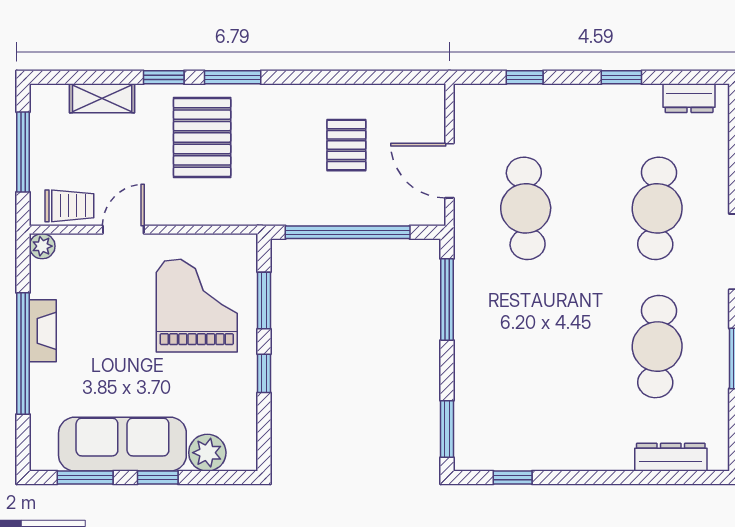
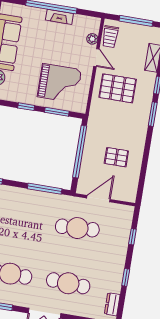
pallet: (202, 138) -> (118, 88), moved
plant: (42, 246) -> (92, 39), moved

